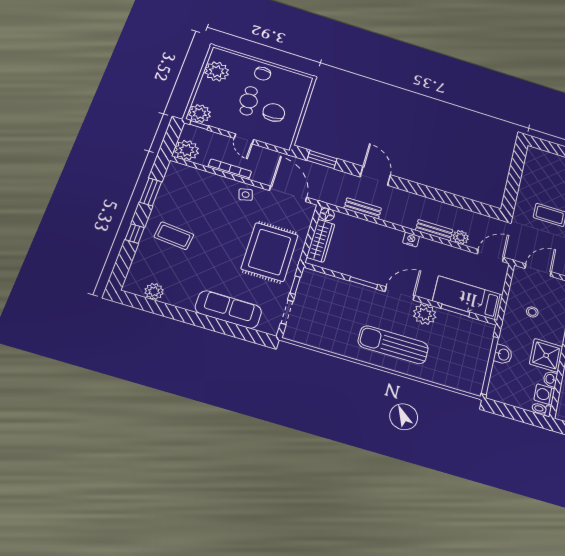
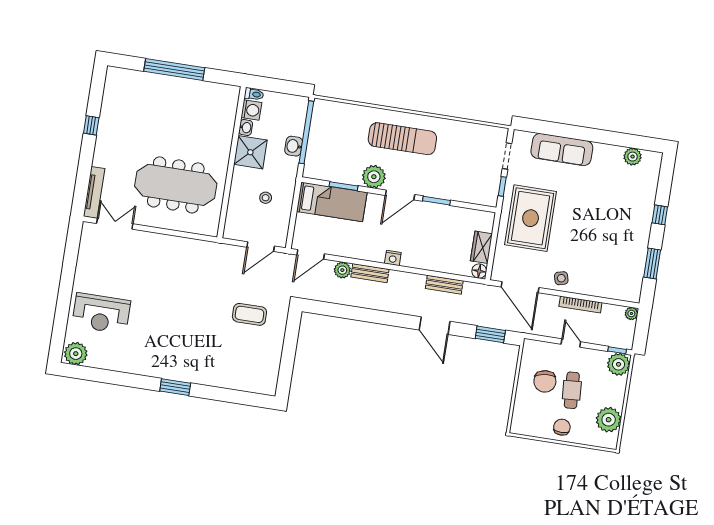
plant: (187, 150) -> (631, 314), width x0.53, depth x0.53
coffee table: (174, 236) -> (623, 219), removed
wardrobe: (321, 241) -> (481, 247), width x0.67

